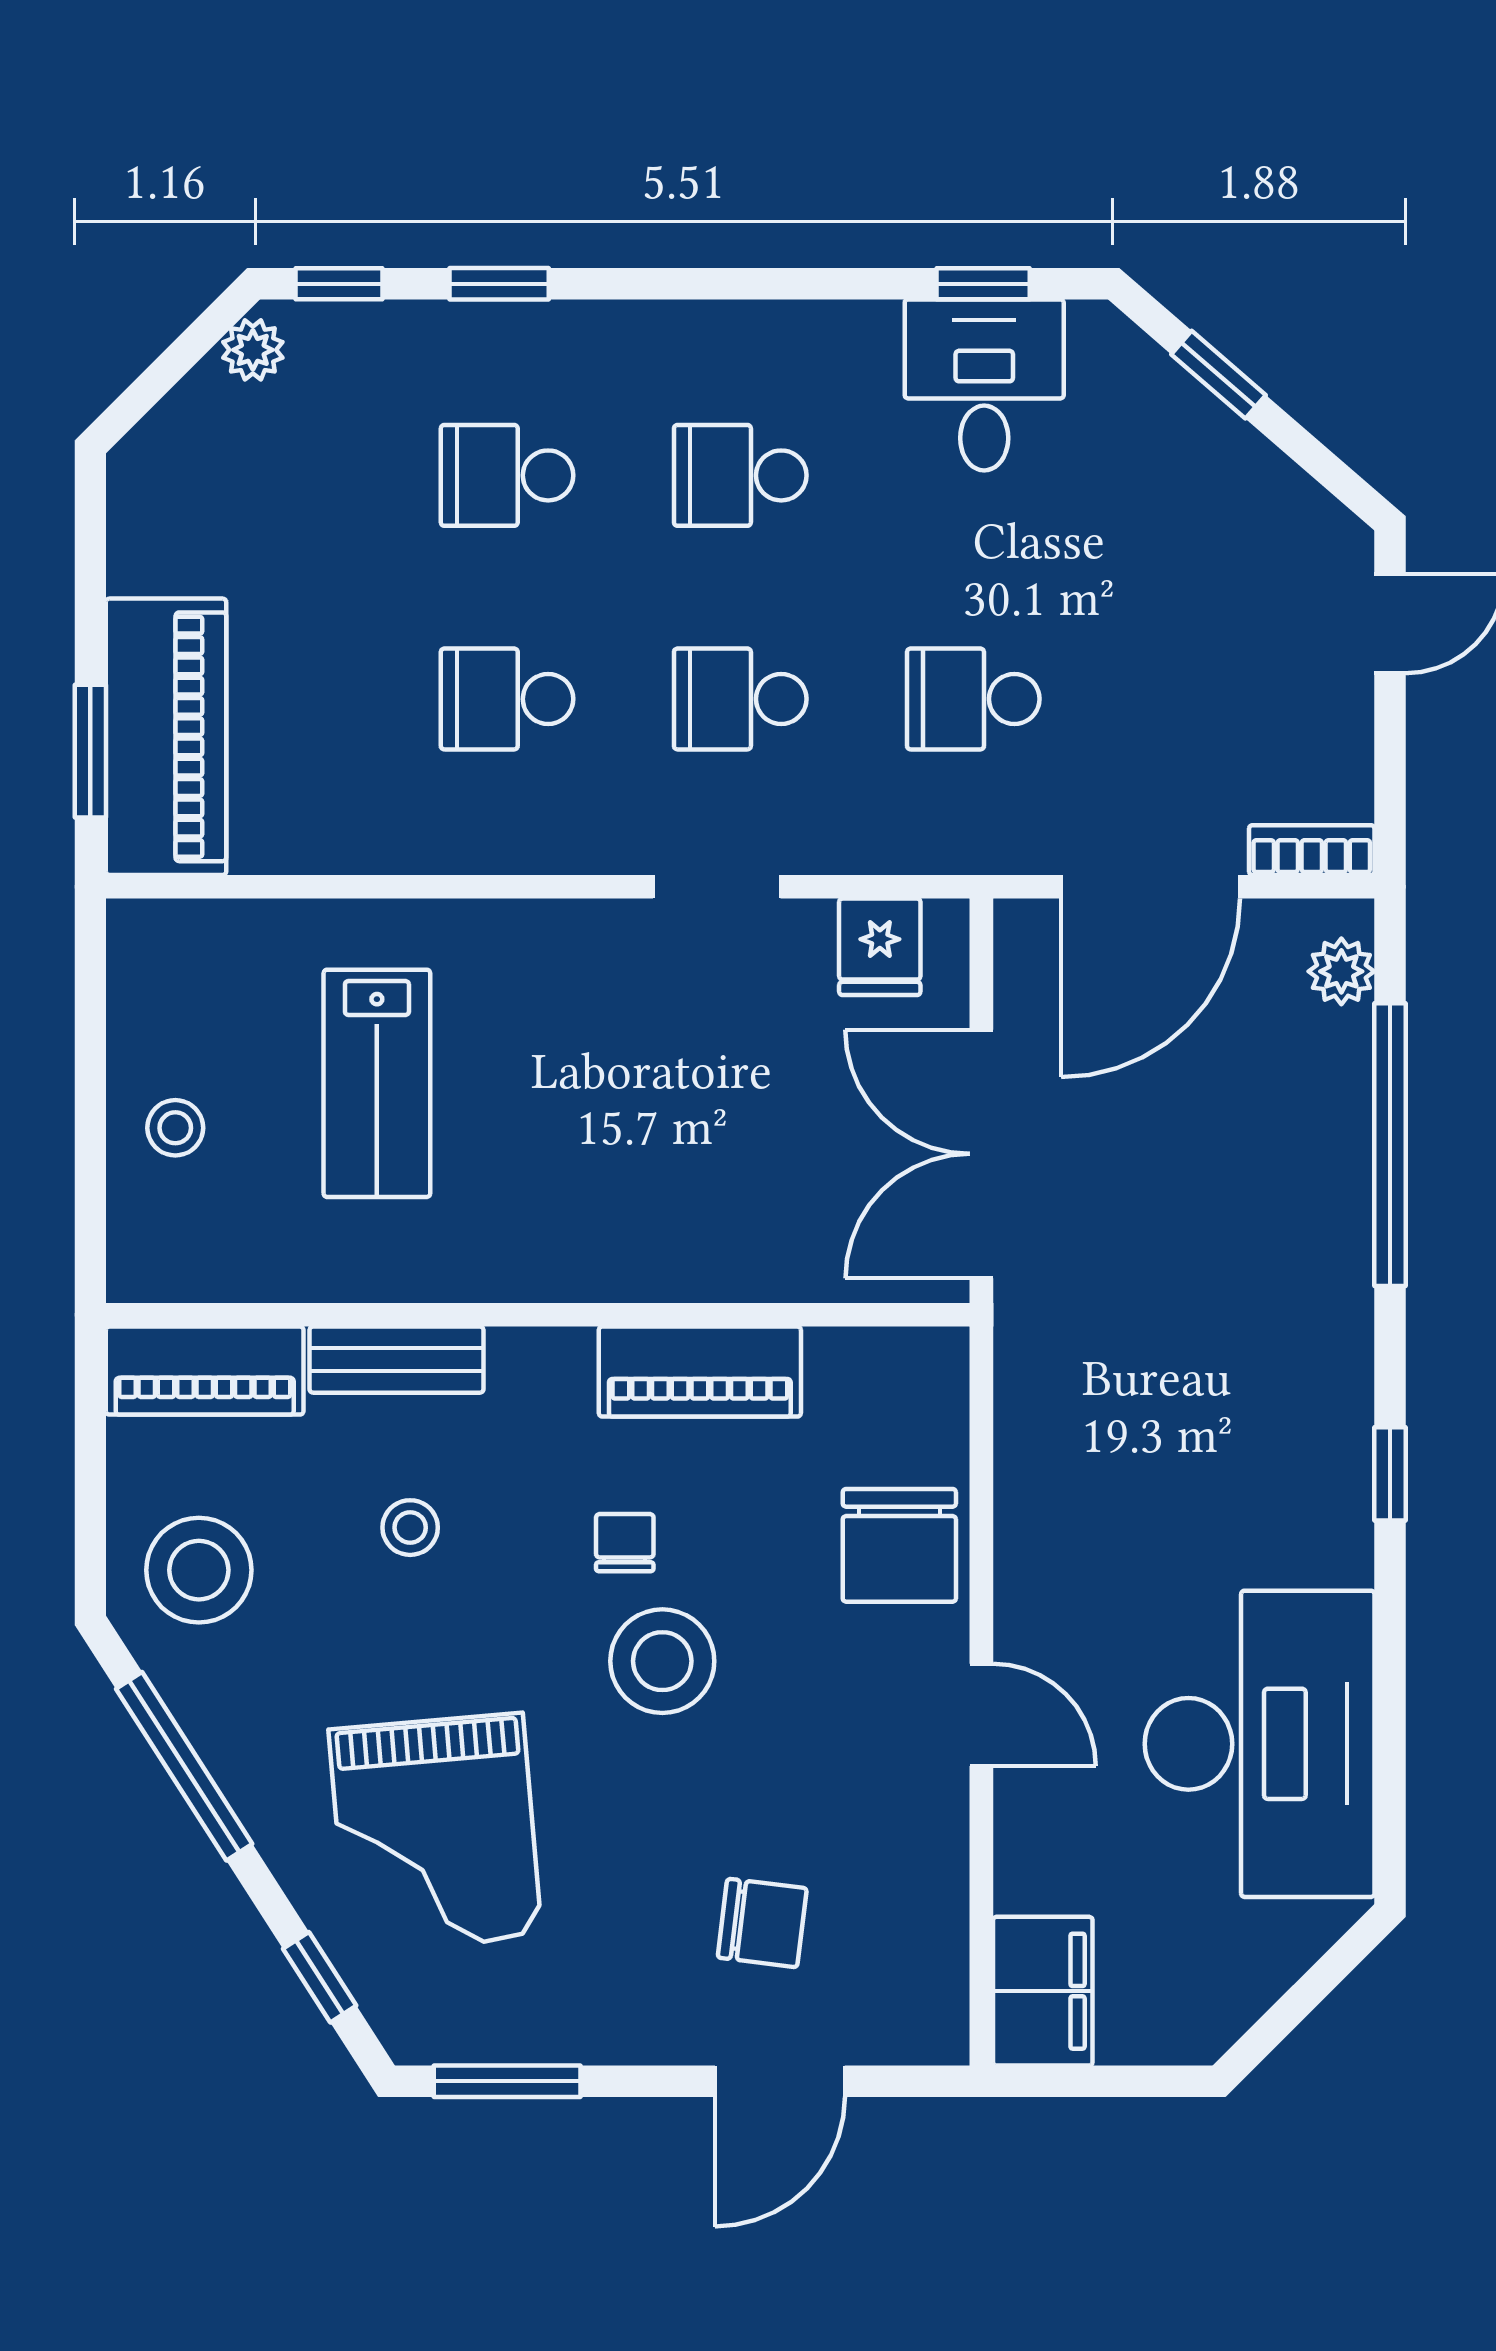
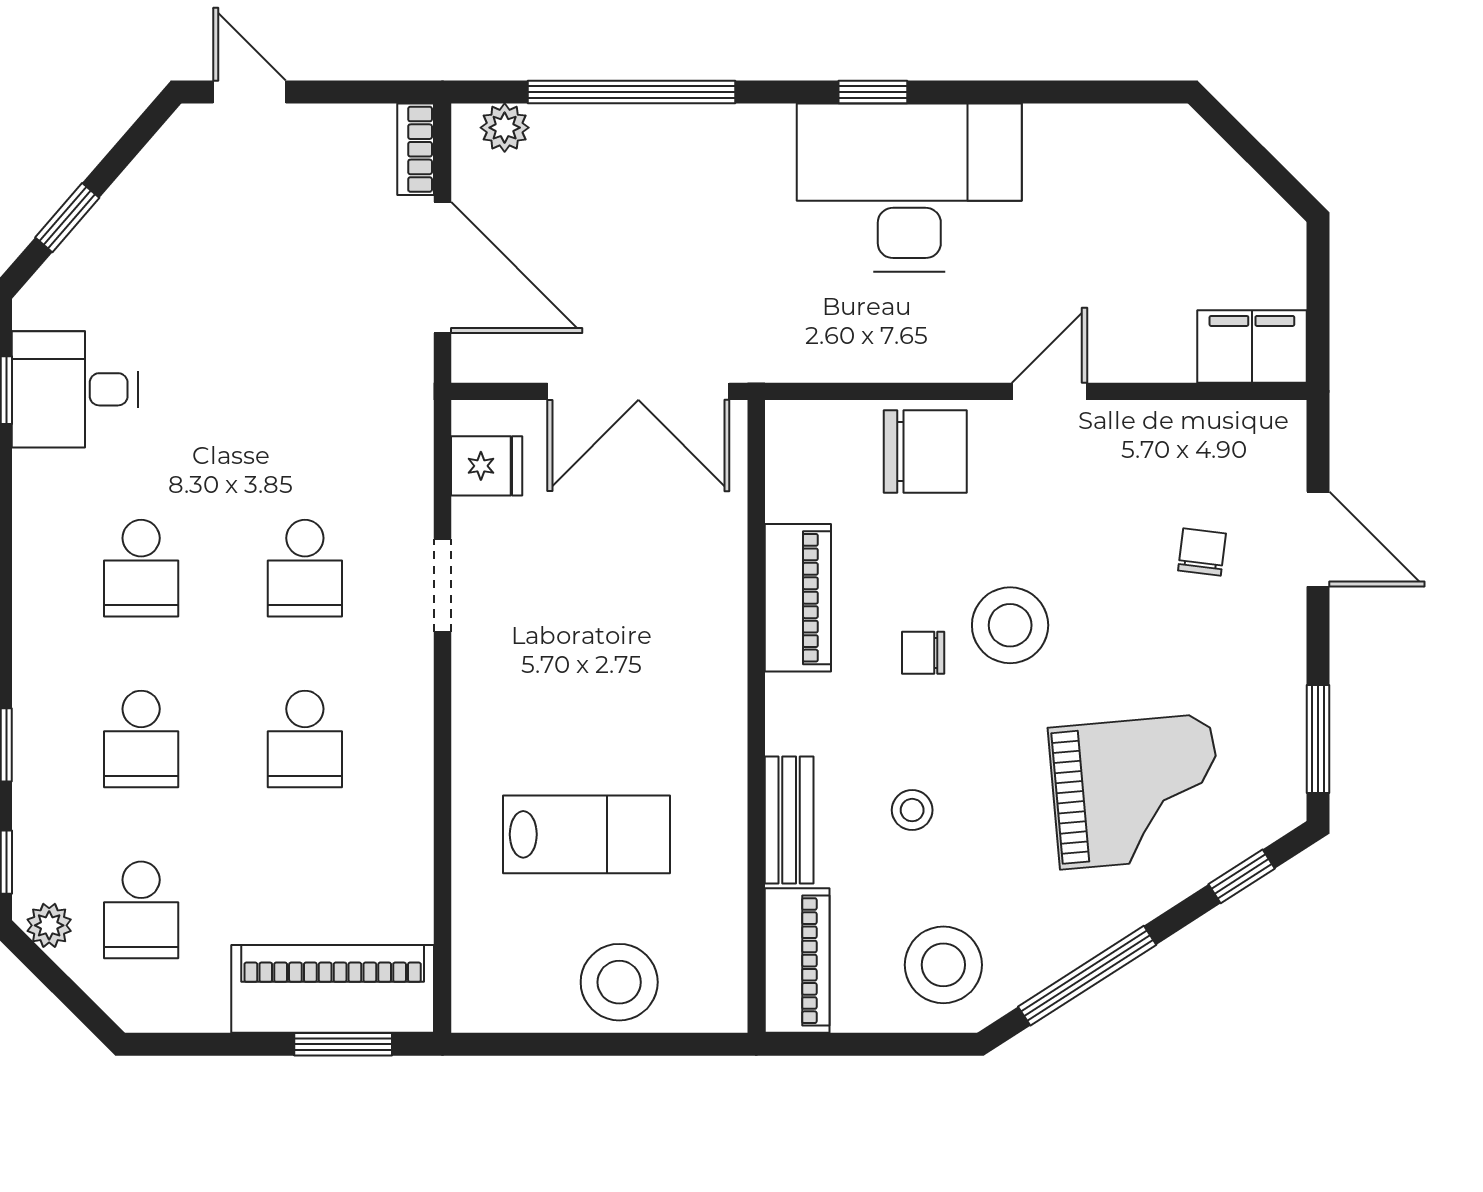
school desk: (973, 699) -> (141, 910), moved
stool: (175, 1128) -> (619, 982), width x1.89, depth x1.89
desk: (1260, 1744) -> (909, 187), moved
chair: (762, 1923) -> (1202, 552), width x0.73, depth x0.73

